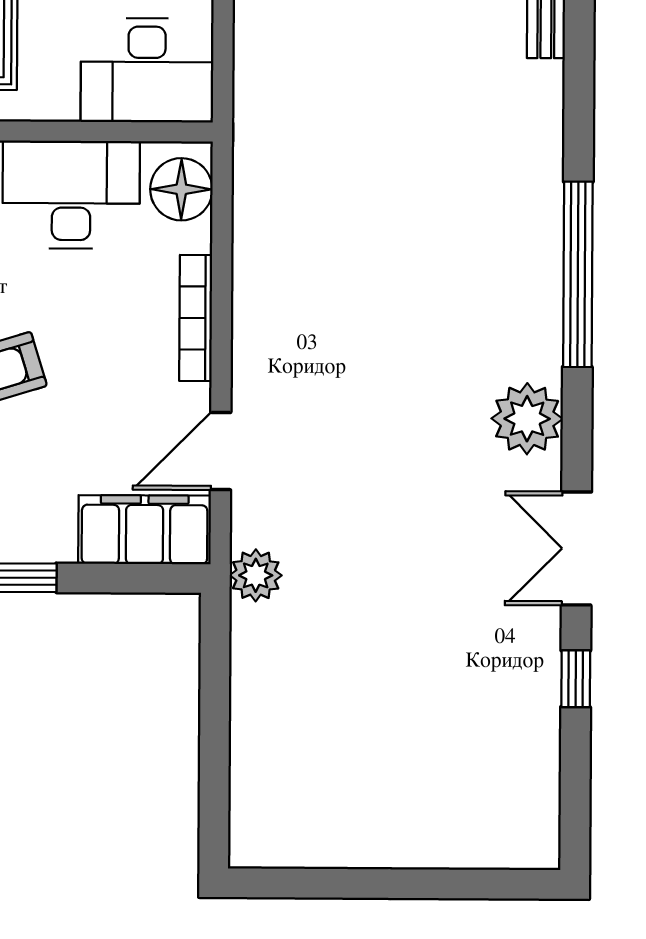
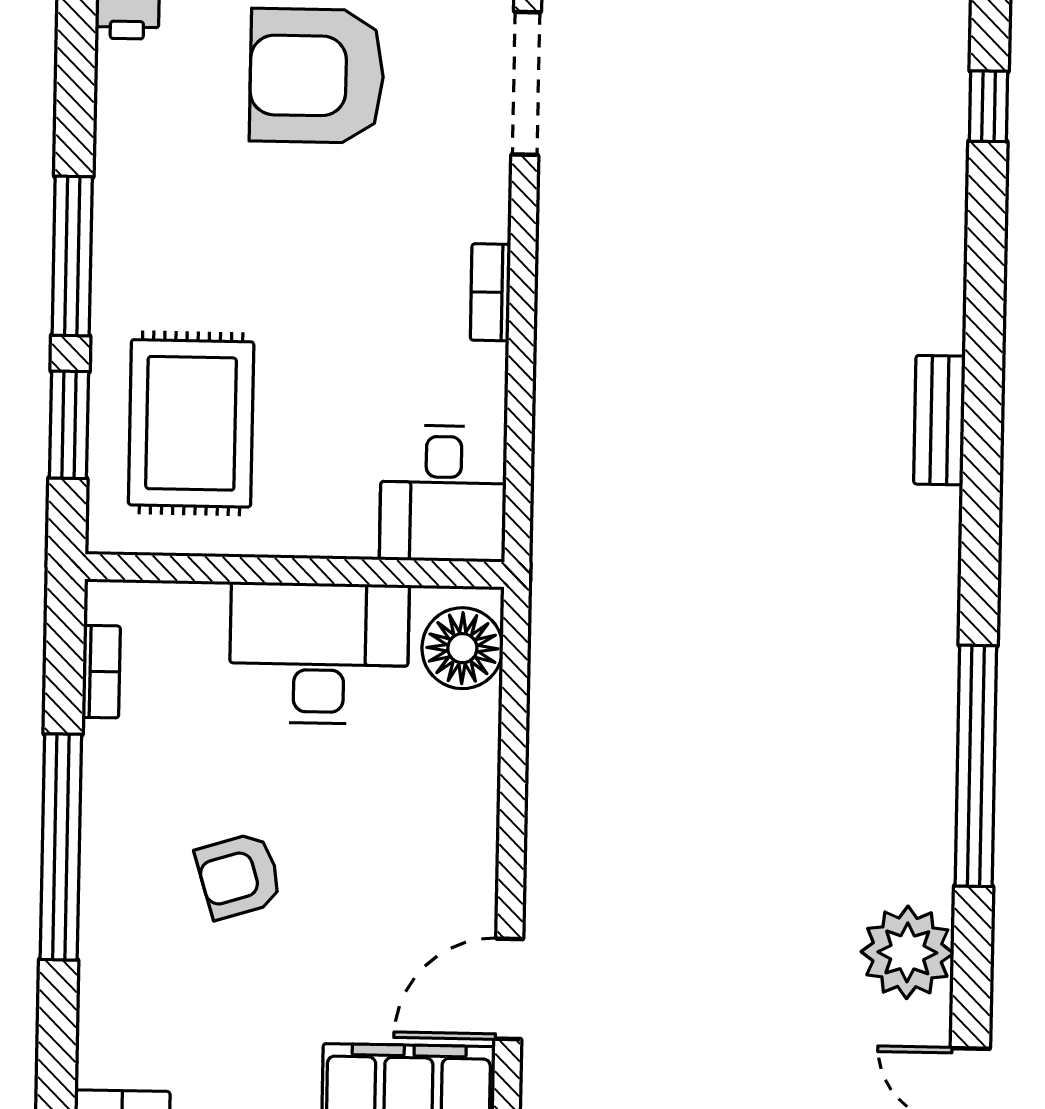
desk: (147, 70) -> (443, 493), width x0.73
bookcase: (196, 318) -> (479, 816), removed

